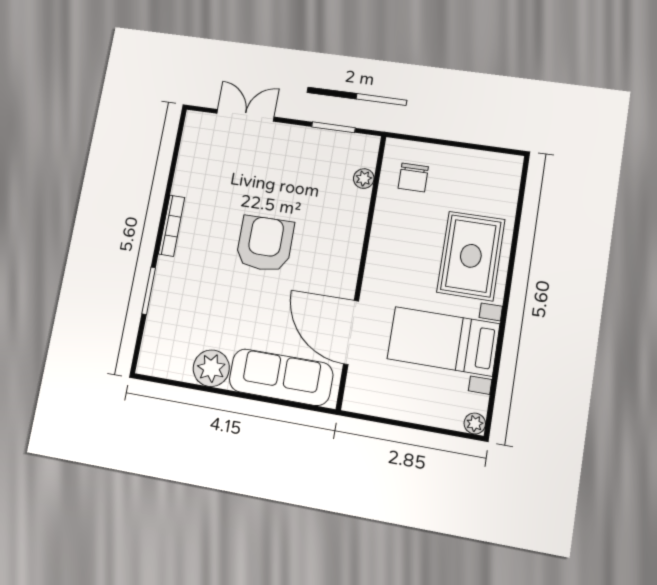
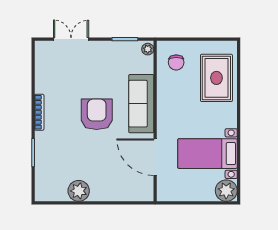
plant: (364, 179) -> (148, 49), moved
rug: (471, 256) -> (216, 78), moved
sofa: (281, 377) -> (141, 104), moved, turned -90
plant: (475, 424) -> (226, 191), width x1.87, depth x1.87

